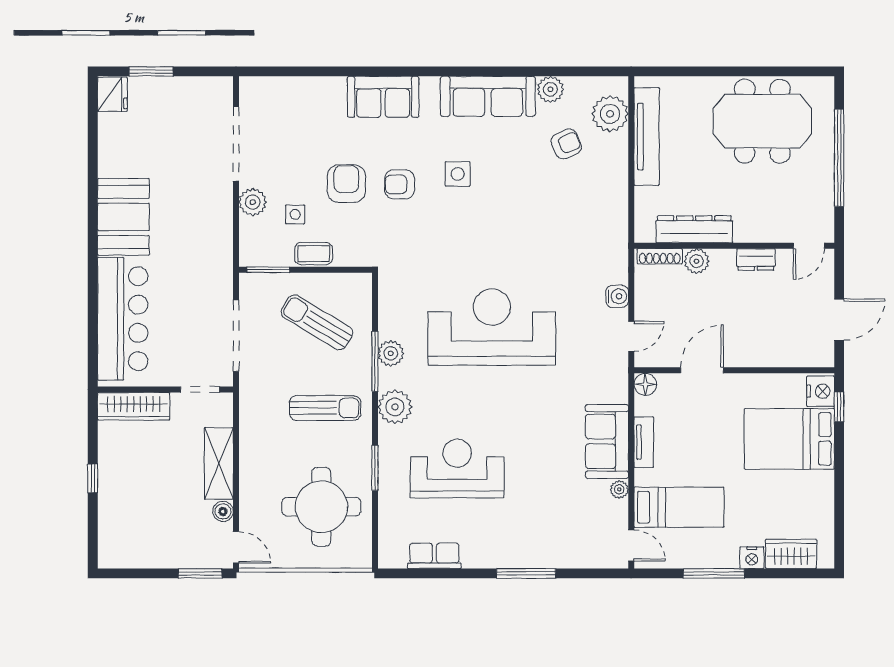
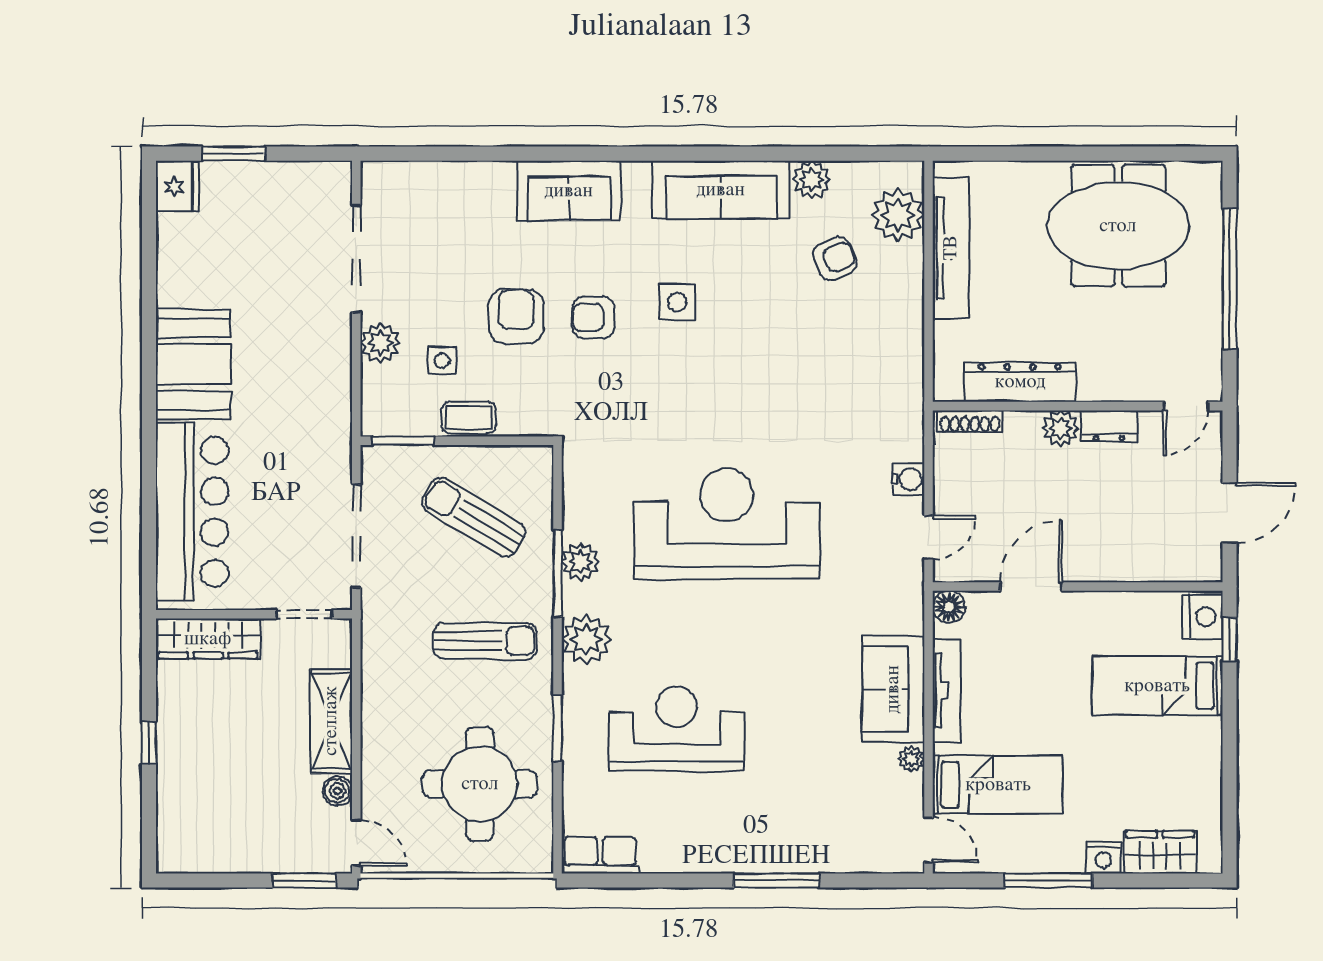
plant: (697, 261) -> (1060, 428), moved
bed: (789, 439) -> (1157, 686), width x0.67
tv unit: (644, 442) -> (947, 690), width x1.41
row of seats: (434, 556) -> (600, 855), moved

